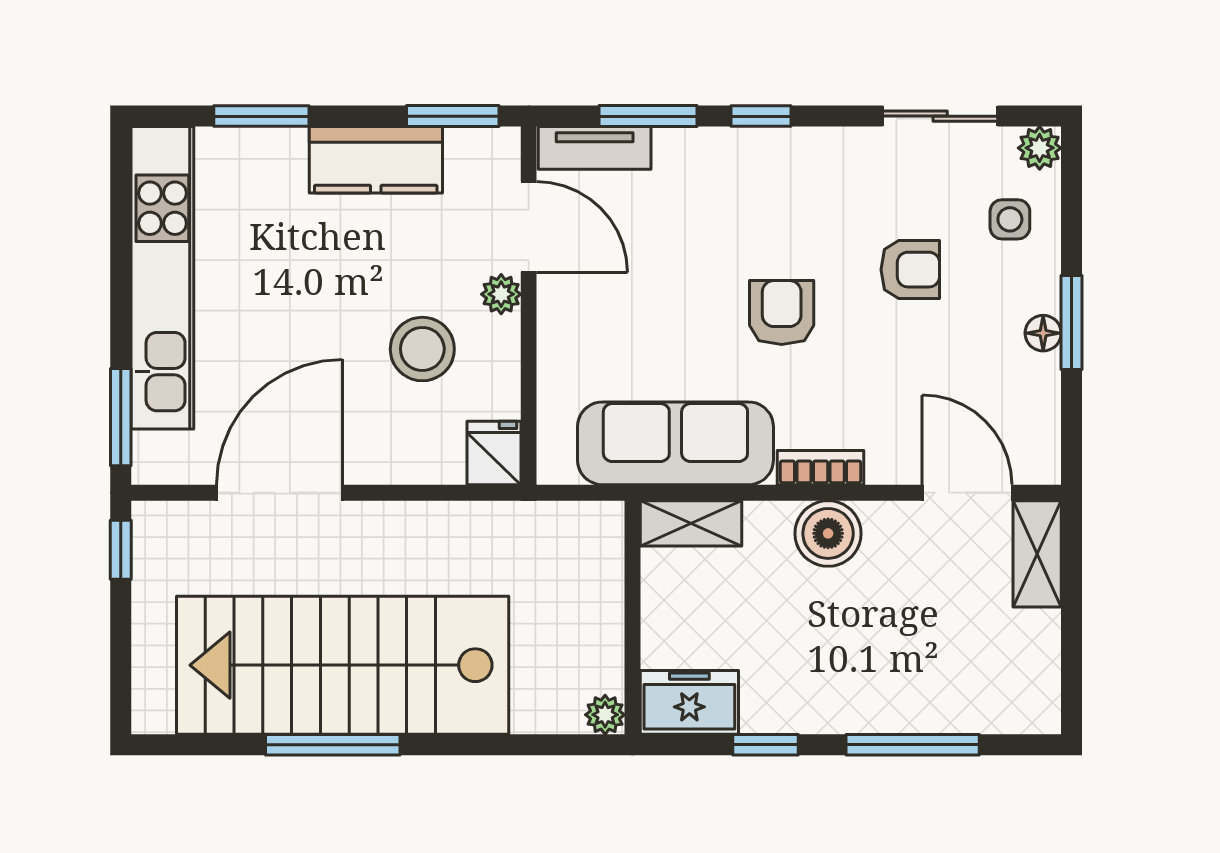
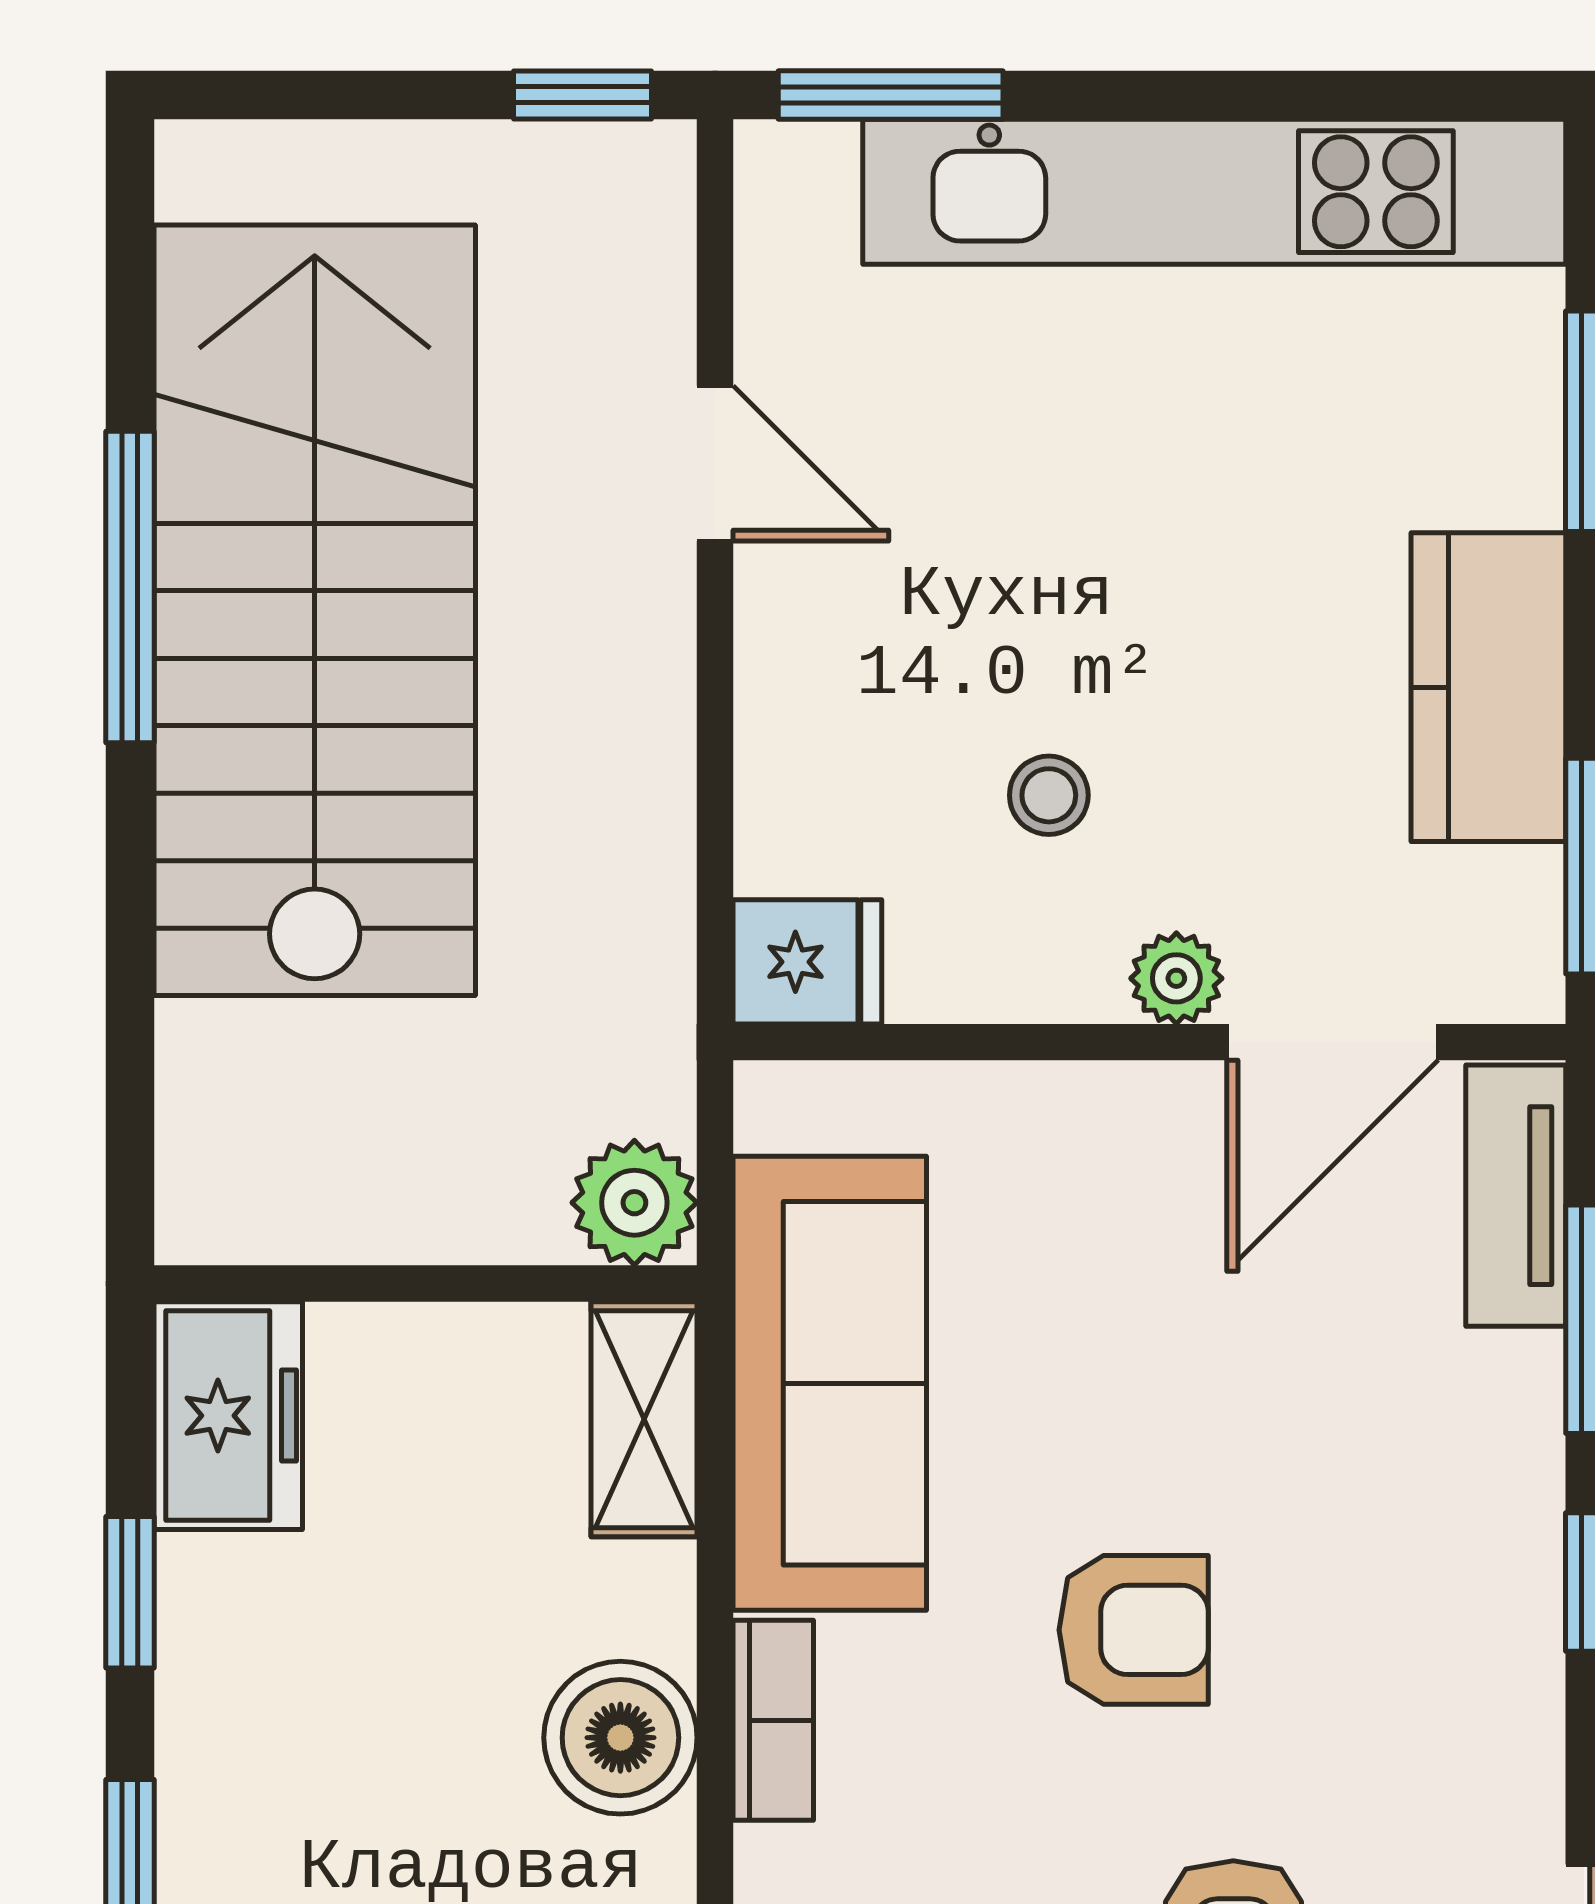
stool: (422, 349) -> (1049, 795), width x0.53, depth x0.53
door: (279, 493) -> (715, 463), width x0.53
plant: (605, 715) -> (634, 1203), moved, width x1.38, depth x1.38

